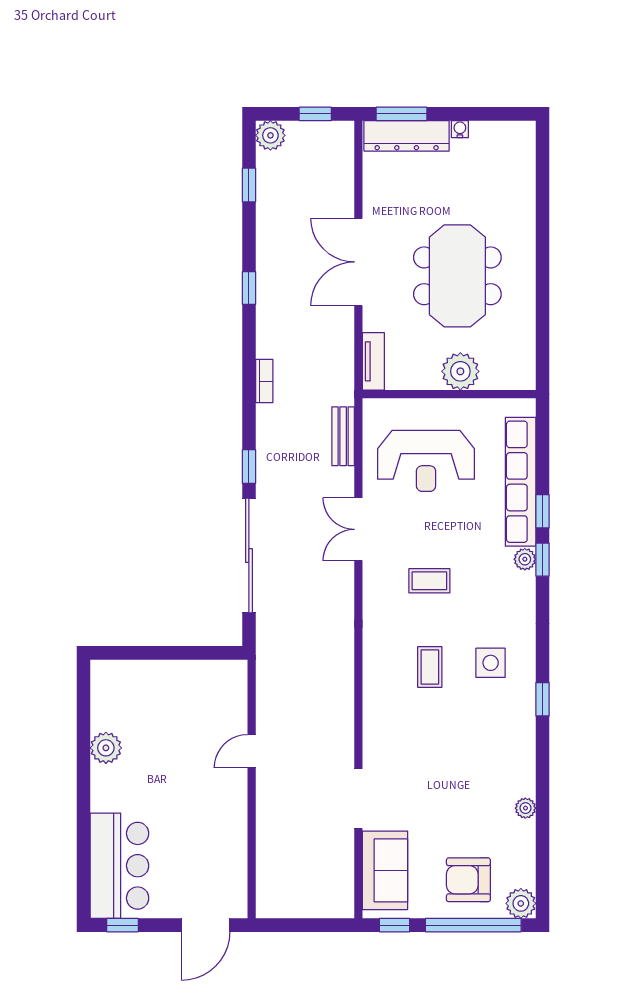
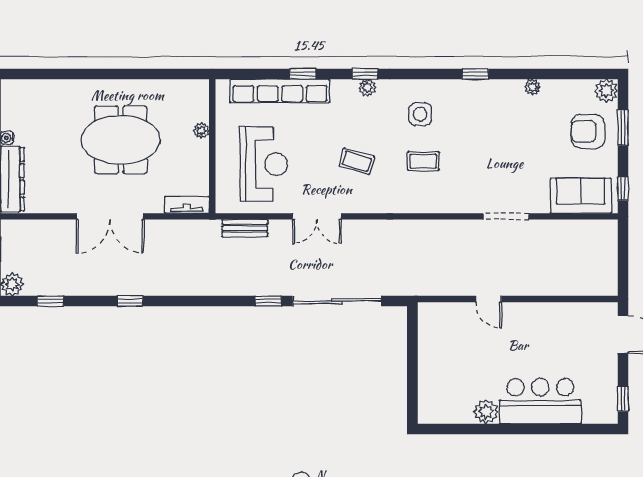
plant: (460, 371) -> (201, 131), width x0.53, depth x0.53
bookcase: (264, 381) -> (202, 289), removed
plant: (525, 559) -> (367, 88), moved
window: (542, 560) -> (365, 74), moved
coffee table: (429, 581) -> (357, 161), turned -74
window: (542, 699) -> (475, 74), moved
doorway: (358, 799) -> (506, 216), moved
bar counter: (119, 866) -> (540, 401), moved
armchair: (468, 880) -> (588, 131), turned 90
window: (473, 925) -> (623, 128), width x0.47

